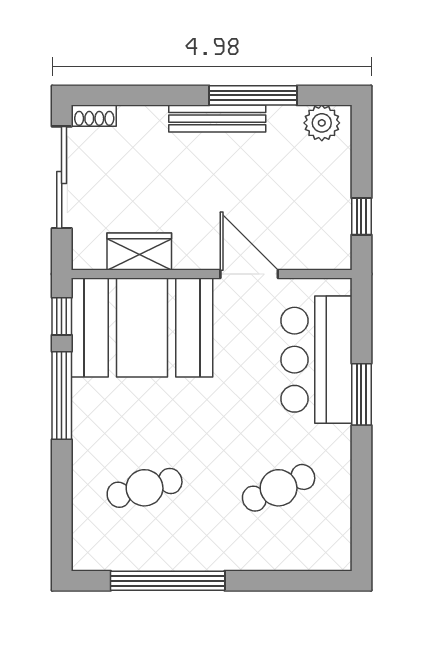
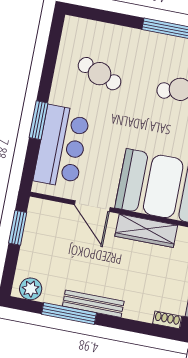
window: (361, 216) -> (18, 228), width x1.50
wardrobe: (139, 252) -> (146, 231), width x1.50
cafe table: (279, 488) -> (100, 74), turned 45

